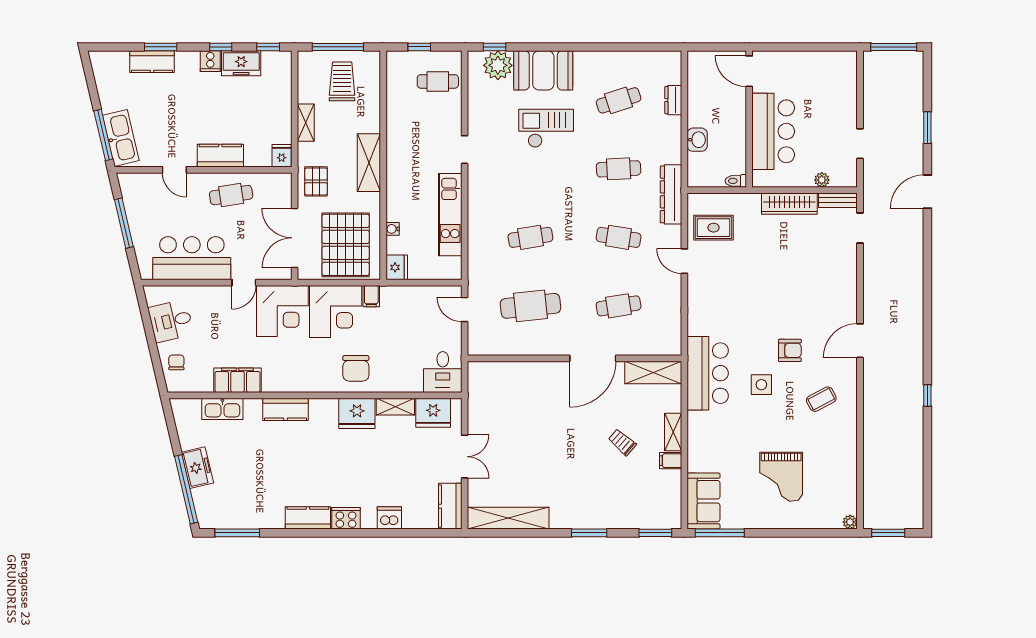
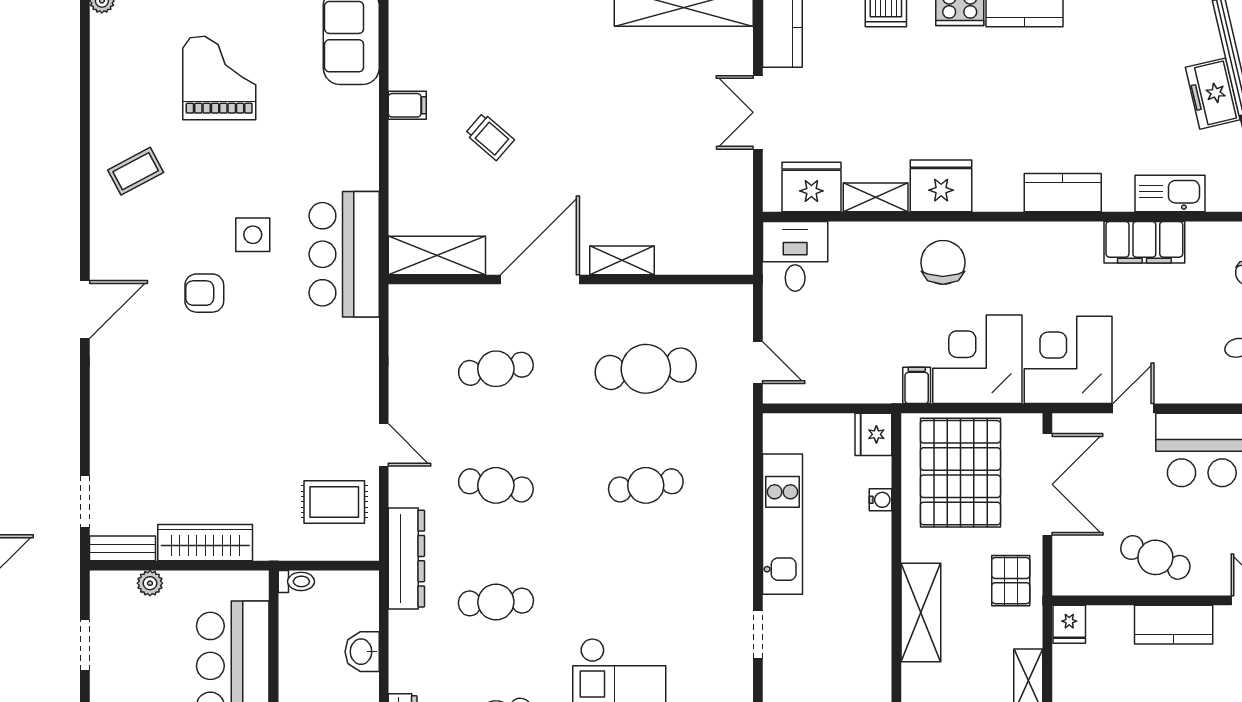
cafe table: (231, 195) -> (1155, 557), turned 32
coffee table: (821, 399) -> (136, 171), moved
shelving: (673, 432) -> (622, 260), moved, turned 90

